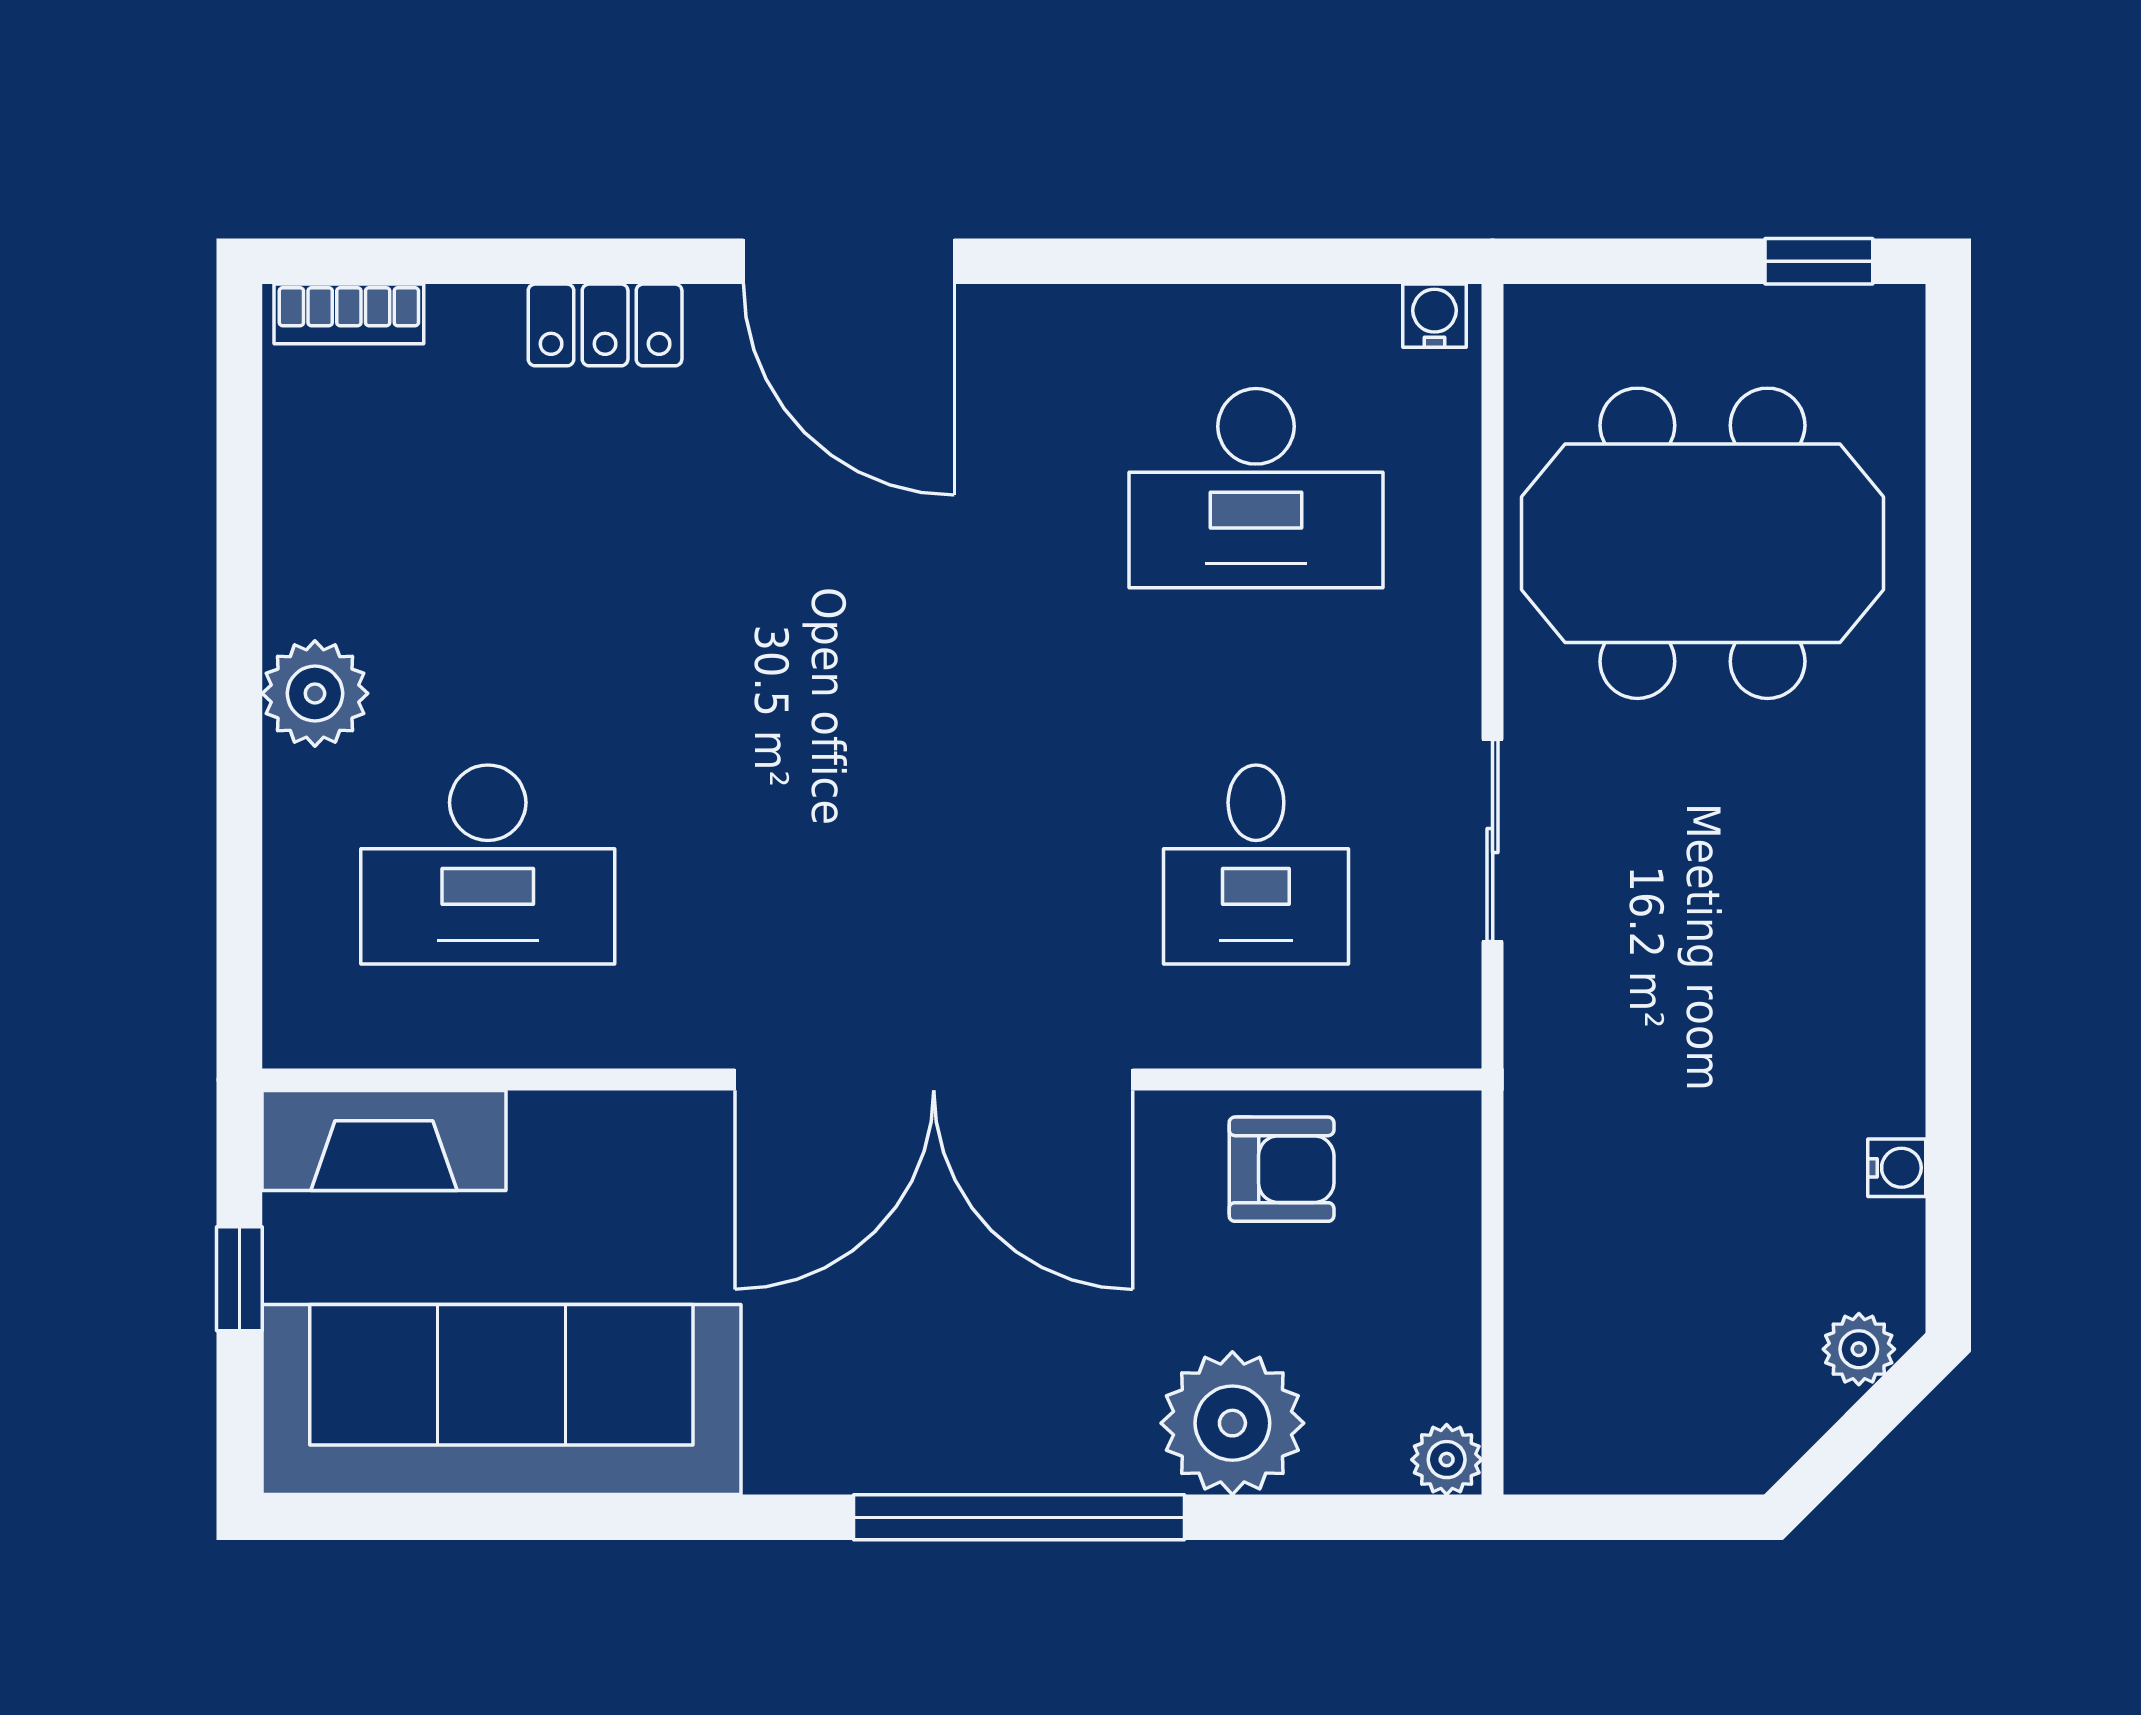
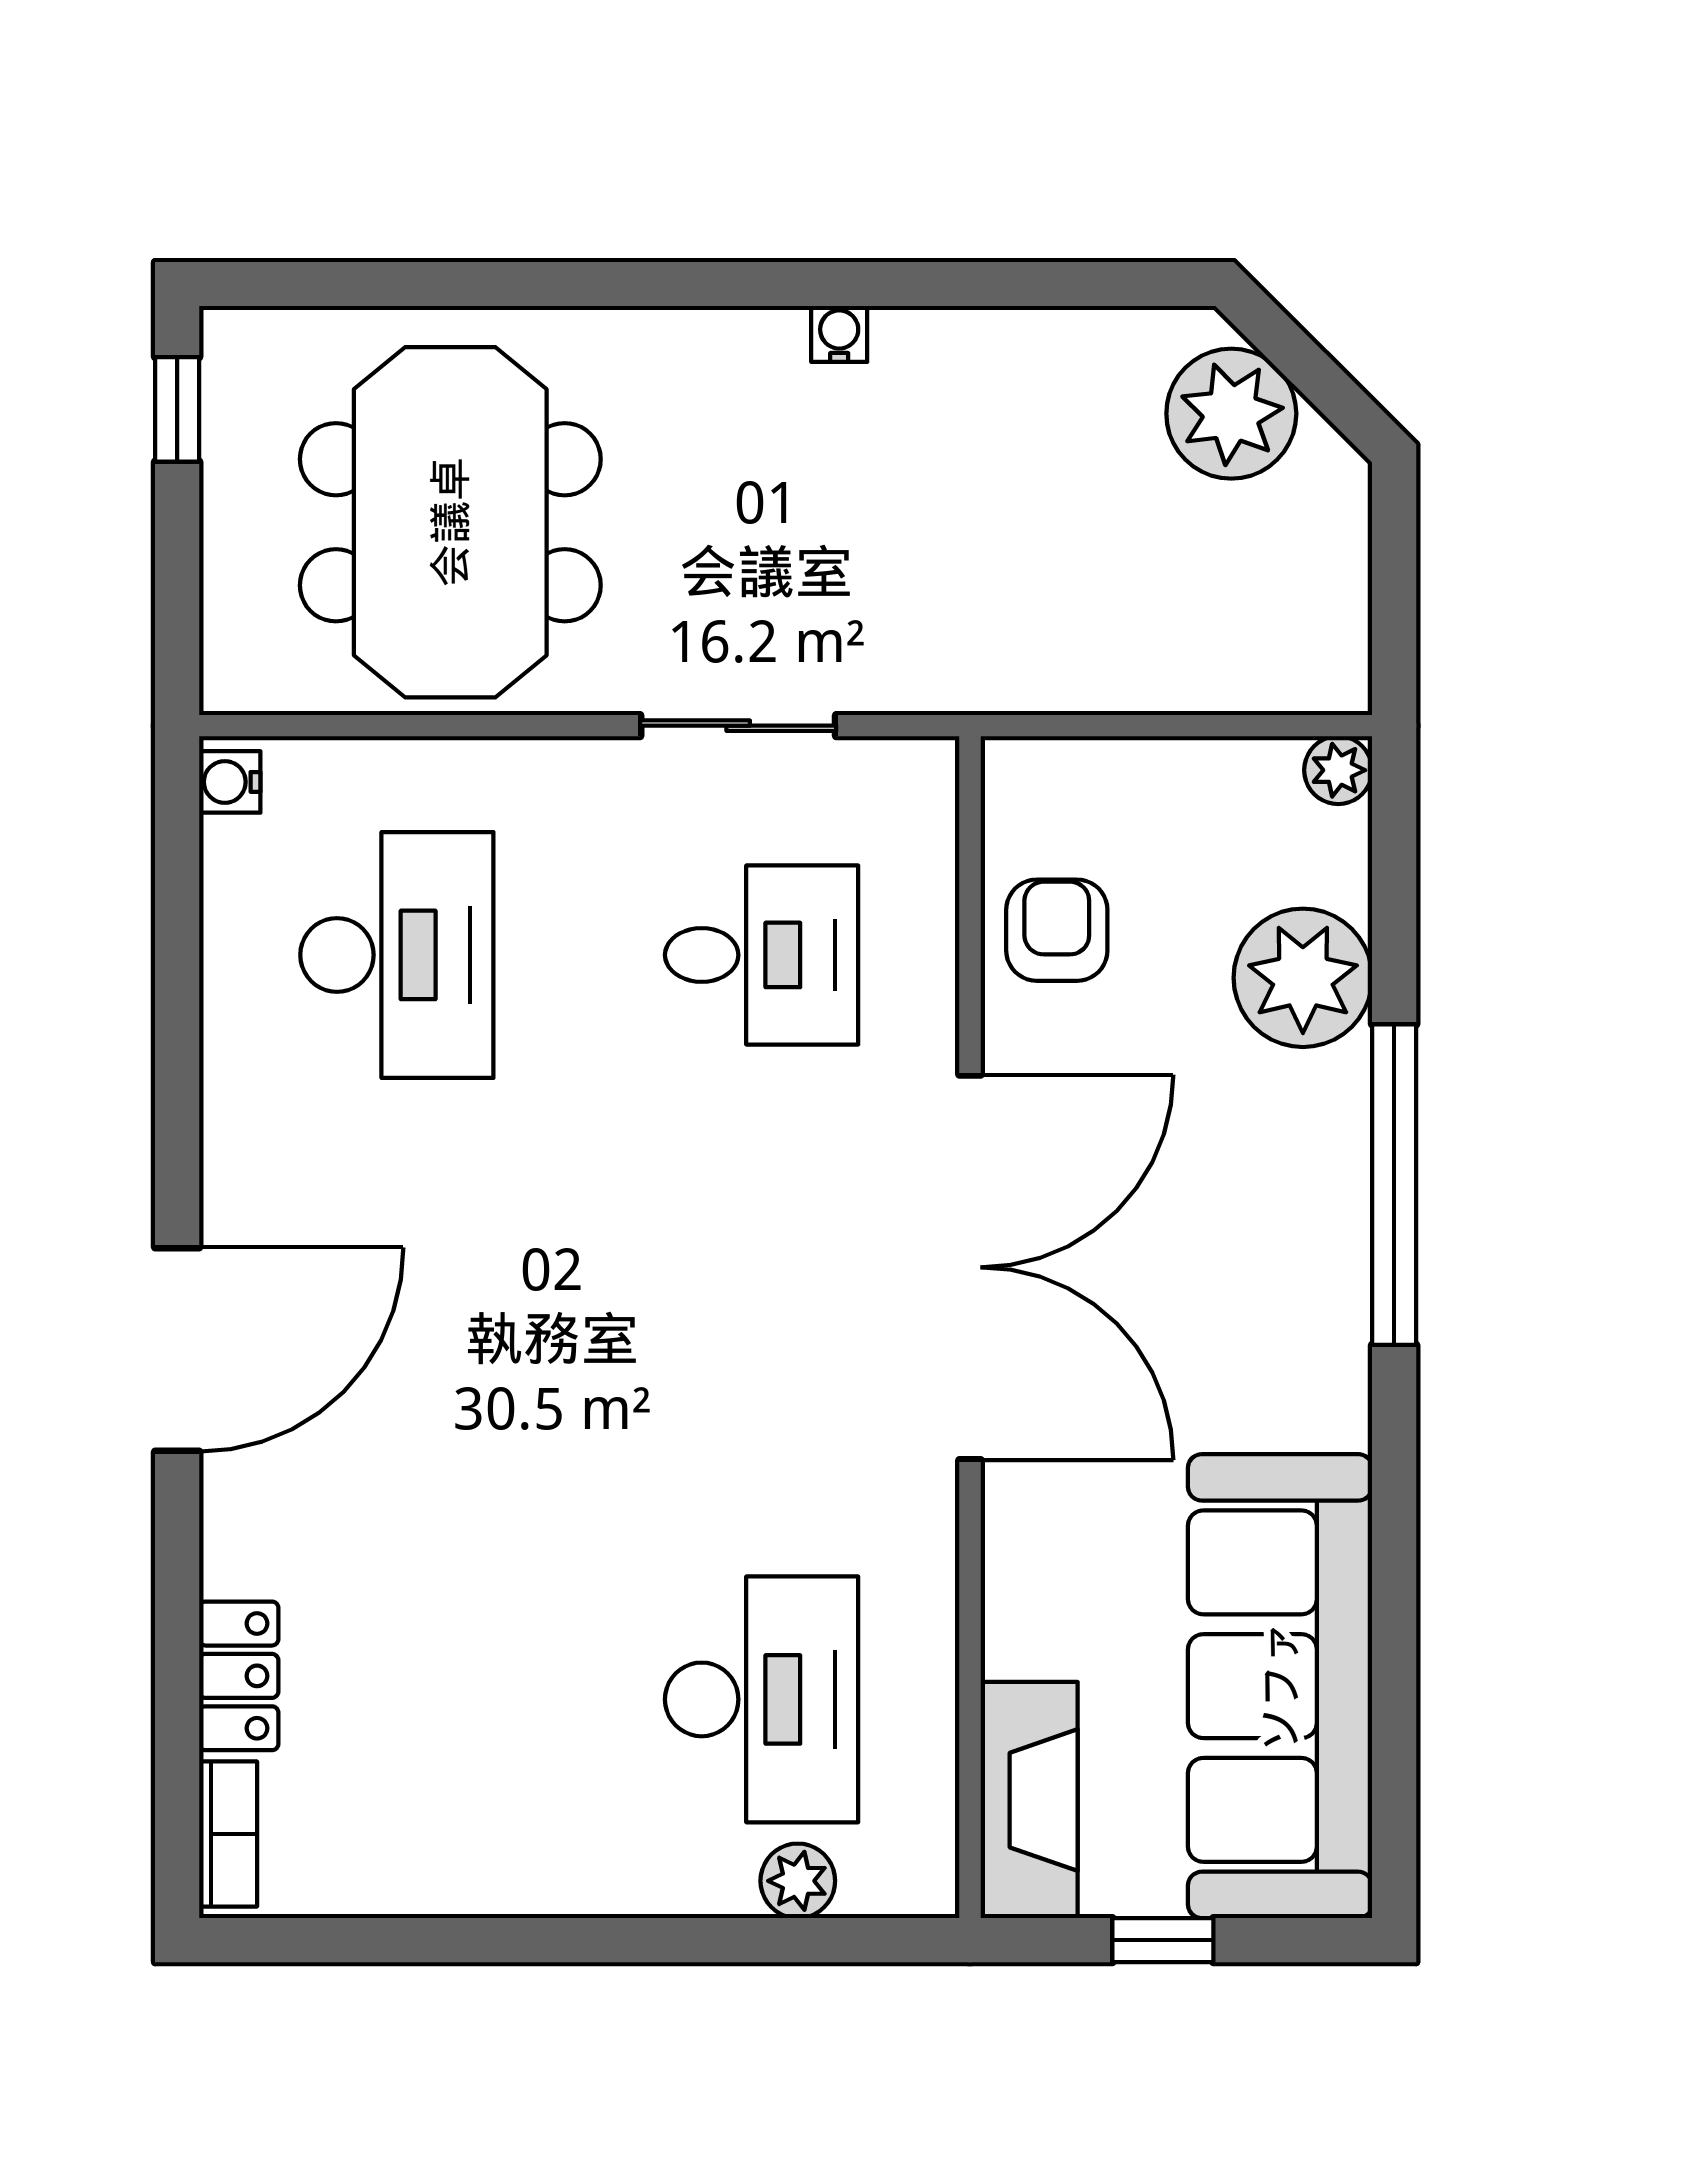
locker: (605, 325) -> (239, 1676), moved
plant: (315, 693) -> (798, 1881), moved, width x0.73, depth x0.73
water cooler: (1897, 1168) -> (839, 334), moved
plant: (1859, 1349) -> (1231, 414), width x1.87, depth x1.87

